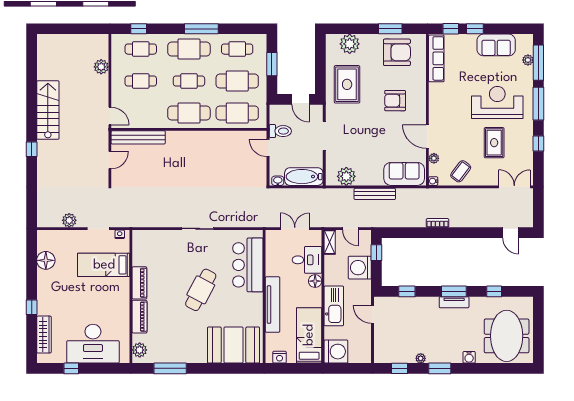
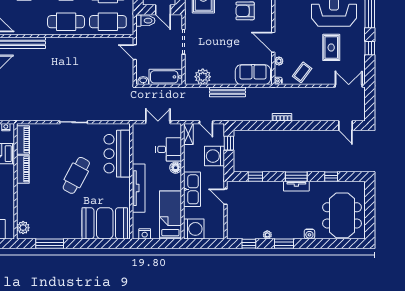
toilet: (280, 131) -> (145, 21), moved
piano: (140, 317) -> (23, 140), moved

